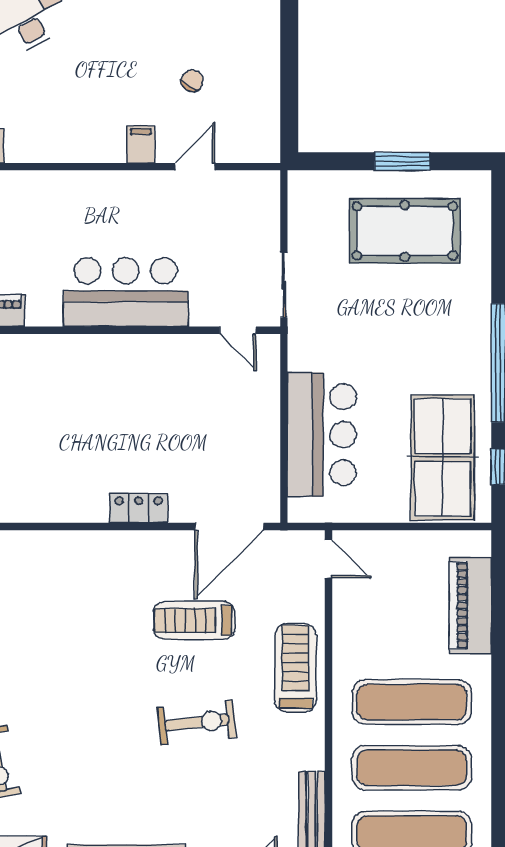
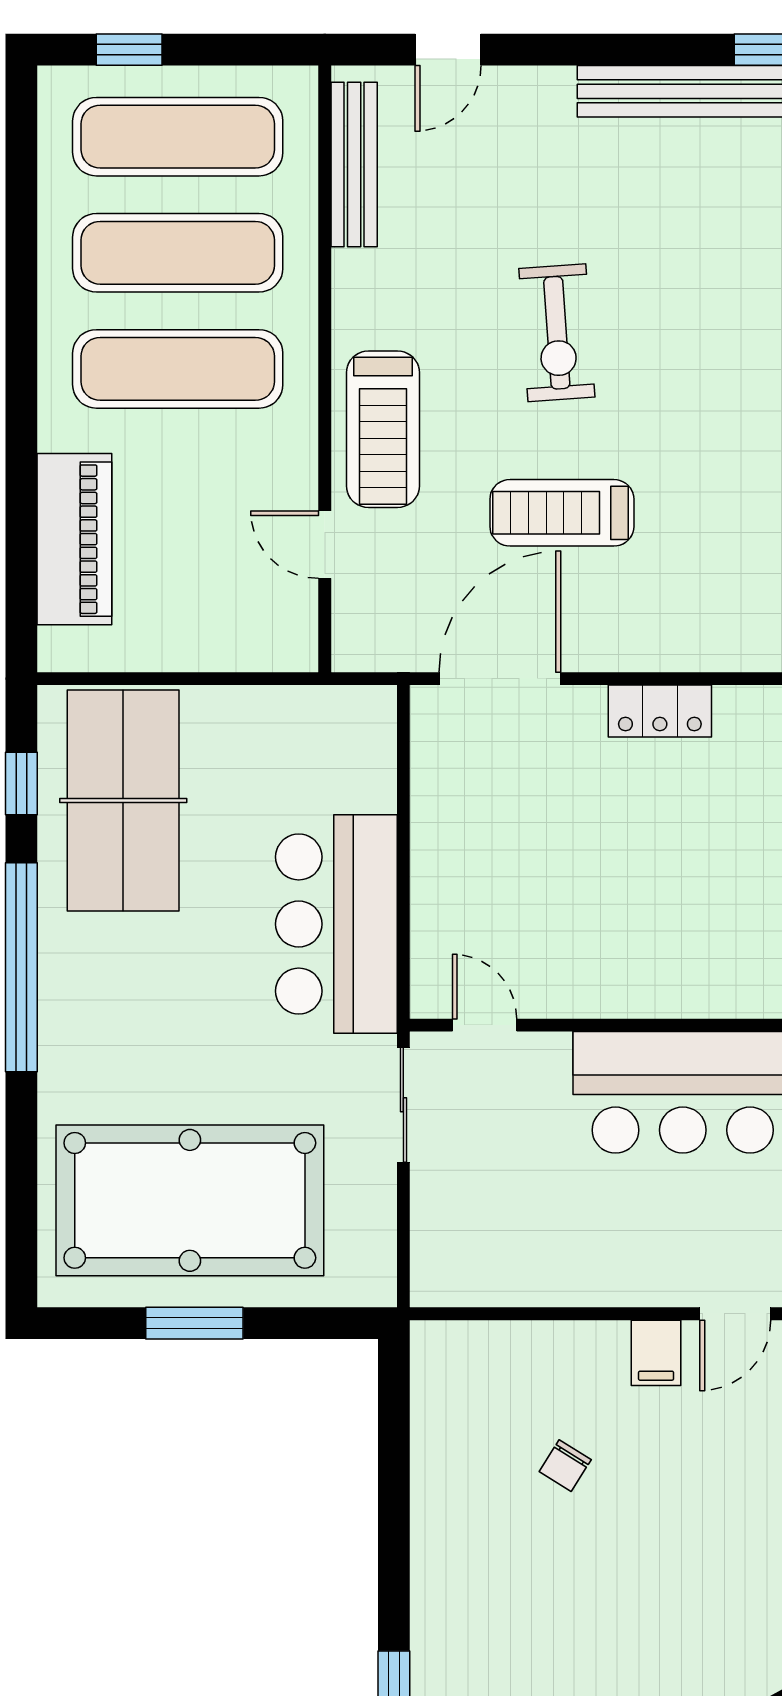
door: (195, 167) -> (735, 1314), moved
pool table: (405, 231) -> (190, 1200), width x1.36, depth x1.32
bar counter: (322, 435) -> (336, 924), moved
door: (328, 559) -> (325, 545), moved
treadmill: (194, 620) -> (562, 513), turned 180
exercise bike: (197, 722) -> (557, 333), turned -88

